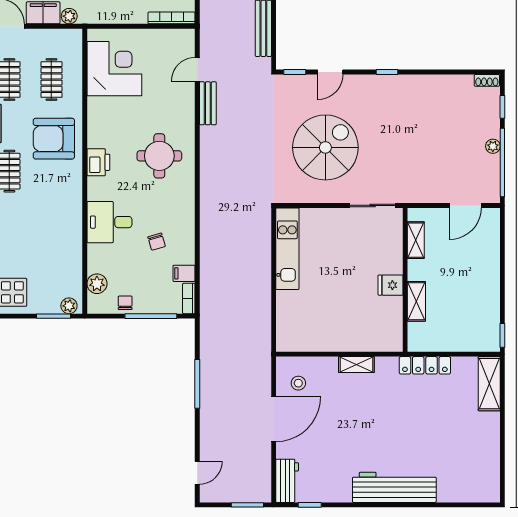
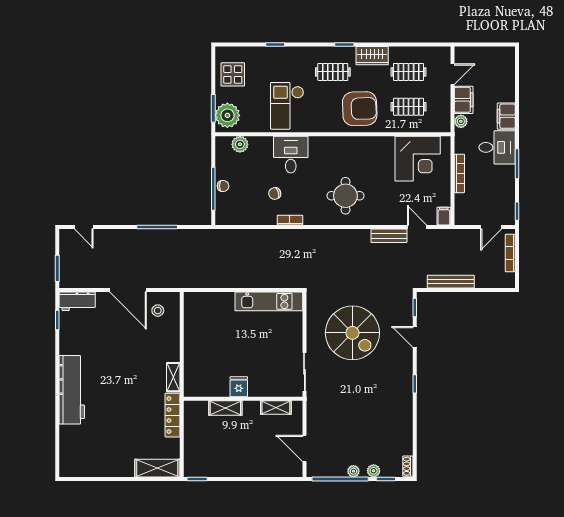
bookcase: (172, 18) -> (459, 173), moved
plant: (492, 122) -> (374, 471), added
armchair: (54, 139) -> (360, 109), turned 88
printer: (98, 162) -> (340, 145), removed
checkout: (50, 227) -> (287, 106), added
filing cabinet: (184, 273) -> (444, 216), moved
bookcase: (189, 298) -> (290, 220), moved
chair: (125, 303) -> (223, 186), moved
plant: (69, 306) -> (227, 115), width x1.87, depth x1.87
shelving: (356, 365) -> (173, 377), moved

